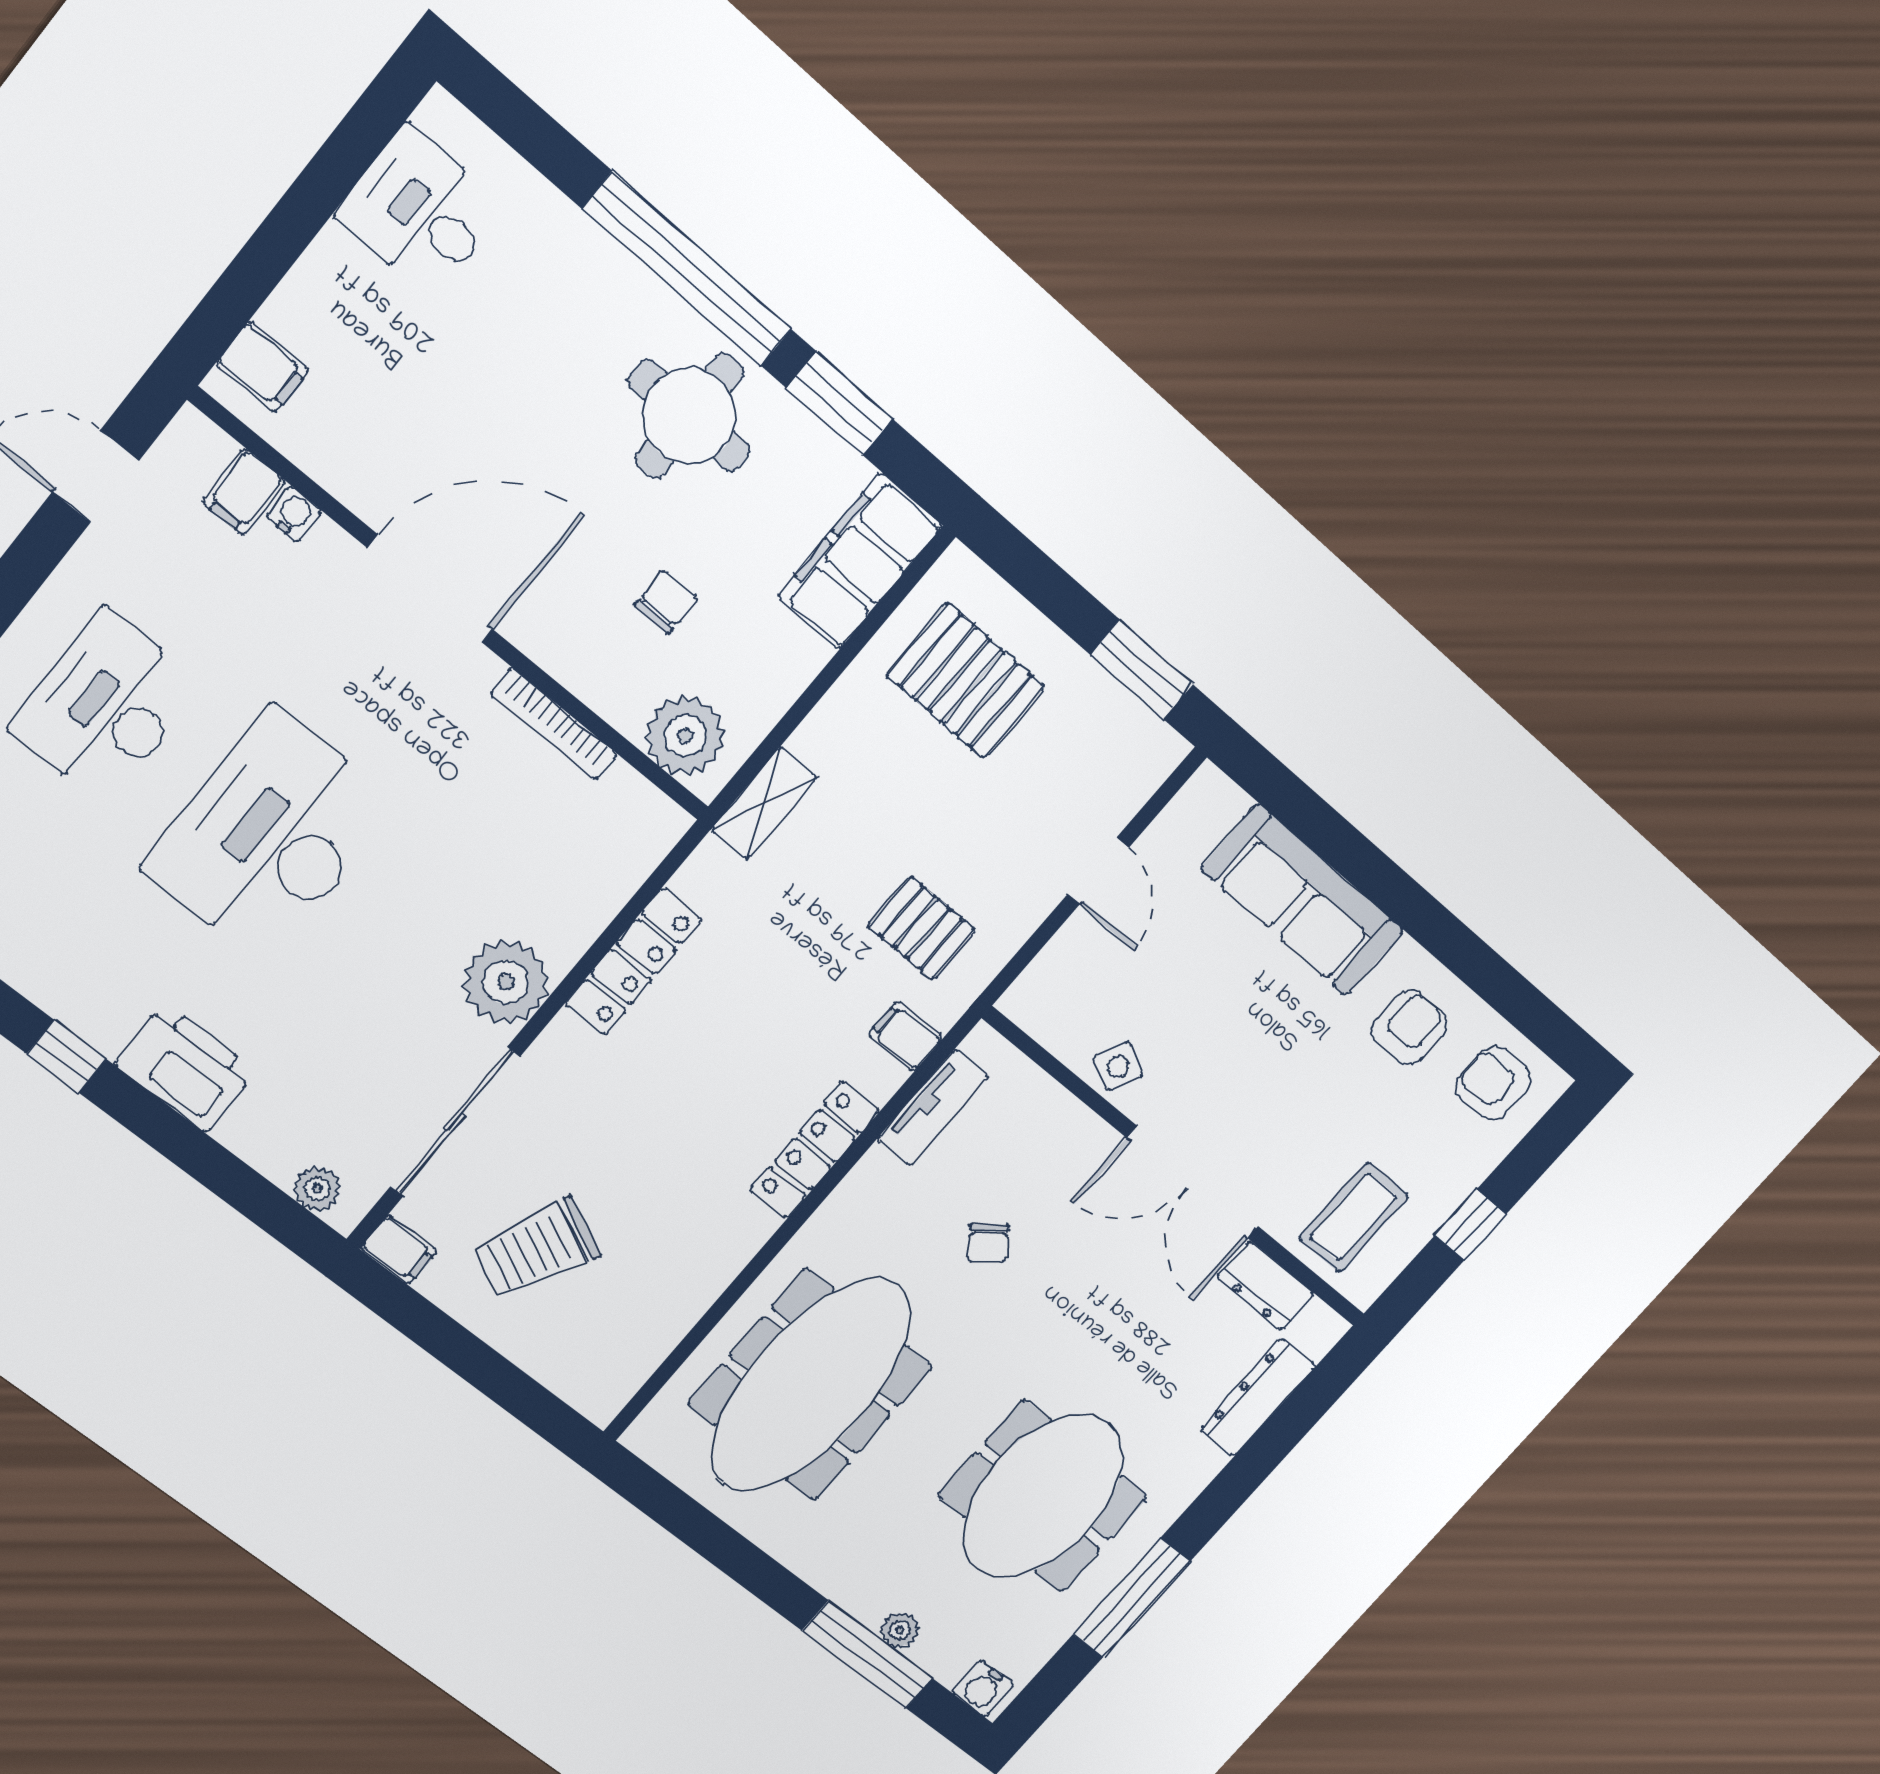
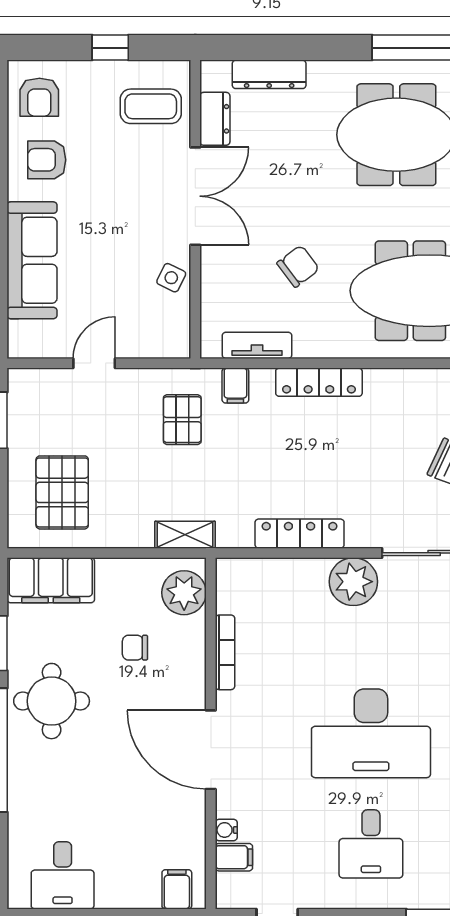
desk: (106, 707) -> (371, 844), width x0.73
chair: (988, 1243) -> (298, 266), width x1.37, depth x1.37

